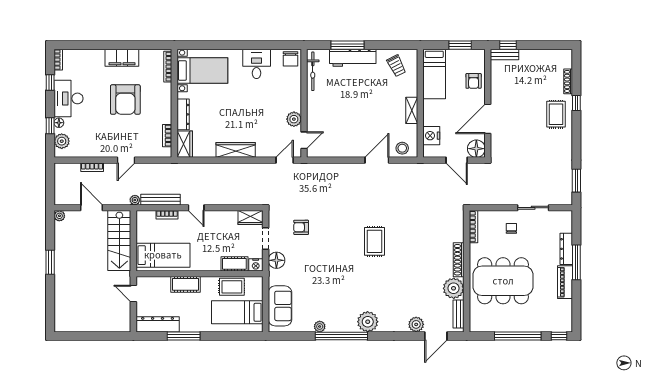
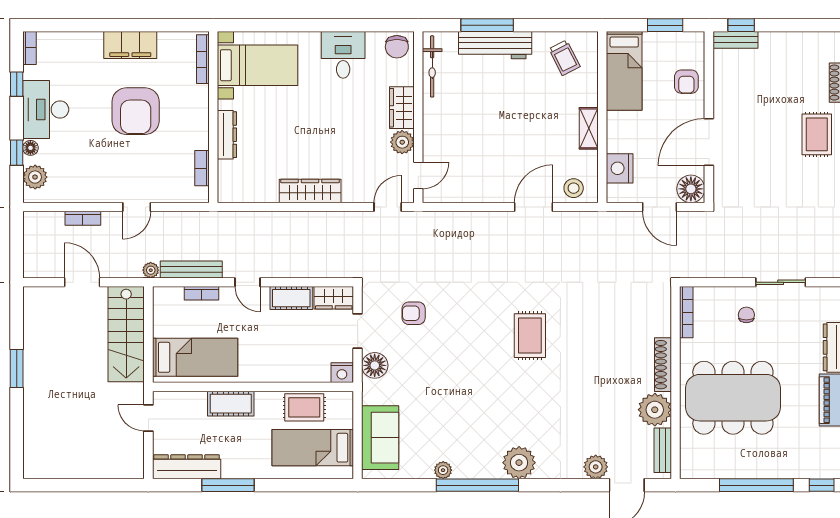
wardrobe: (185, 144) -> (402, 108), moved, turned 180
plant: (59, 216) -> (31, 295), removed
cot: (234, 264) -> (291, 298), moved

